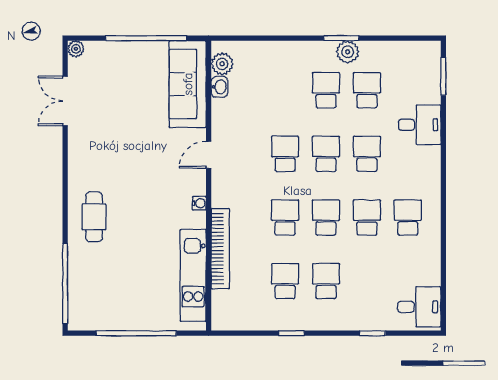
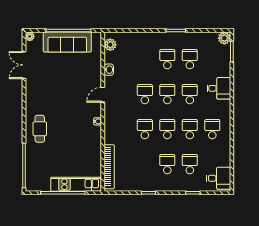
plant: (348, 52) -> (224, 38), moved
sofa: (188, 84) -> (67, 42), moved, turned -90
washbasin: (219, 87) -> (109, 70), moved
desk: (420, 125) -> (219, 88), moved
bookcase: (220, 249) -> (109, 167), moved
kitchen unit: (193, 275) -> (76, 184), moved, turned 90
school desk: (285, 281) -> (190, 164), moved

